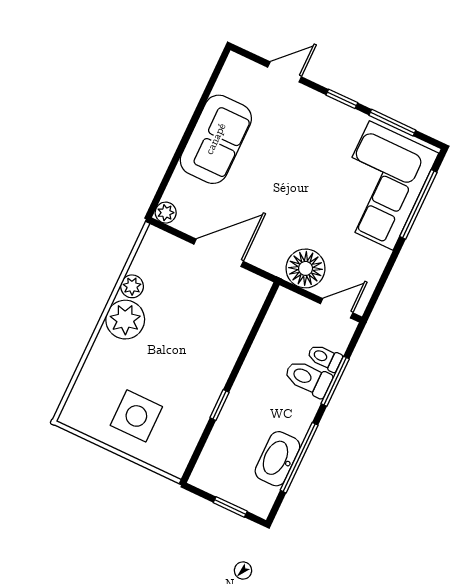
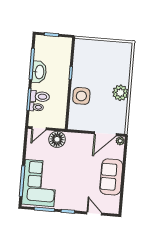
door: (285, 72) -> (94, 214), swing flipped
door: (219, 253) -> (105, 134), moved
plant: (132, 286) -> (123, 107), removed
side table: (136, 416) -> (81, 96), moved
washbasin: (277, 459) -> (39, 72), moved

